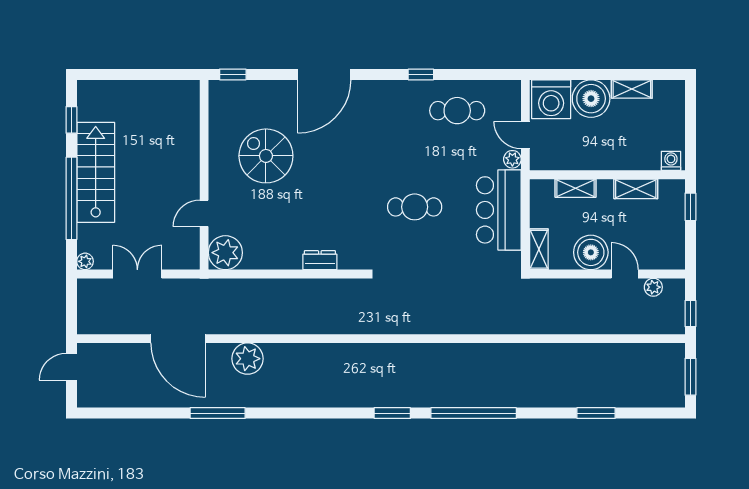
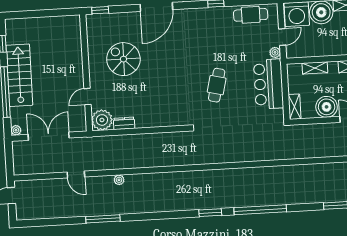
cafe table: (457, 111) -> (251, 15), moved
door: (525, 135) -> (282, 37), swing flipped
cafe table: (415, 207) -> (217, 85), turned -76
dresser: (320, 260) -> (124, 123), moved
double door: (137, 274) -> (49, 136), width x1.37
door: (178, 339) -> (76, 175), width x0.53
plant: (248, 359) -> (119, 180), width x0.53, depth x0.53

